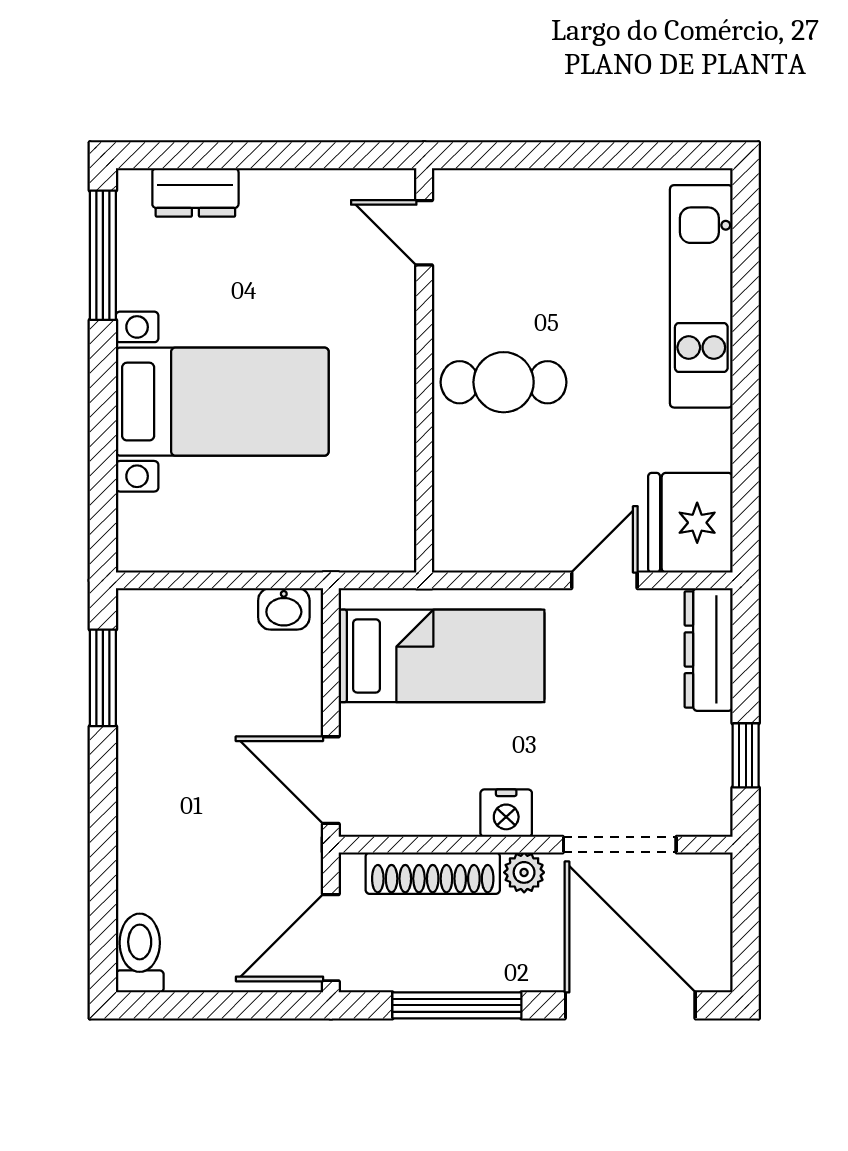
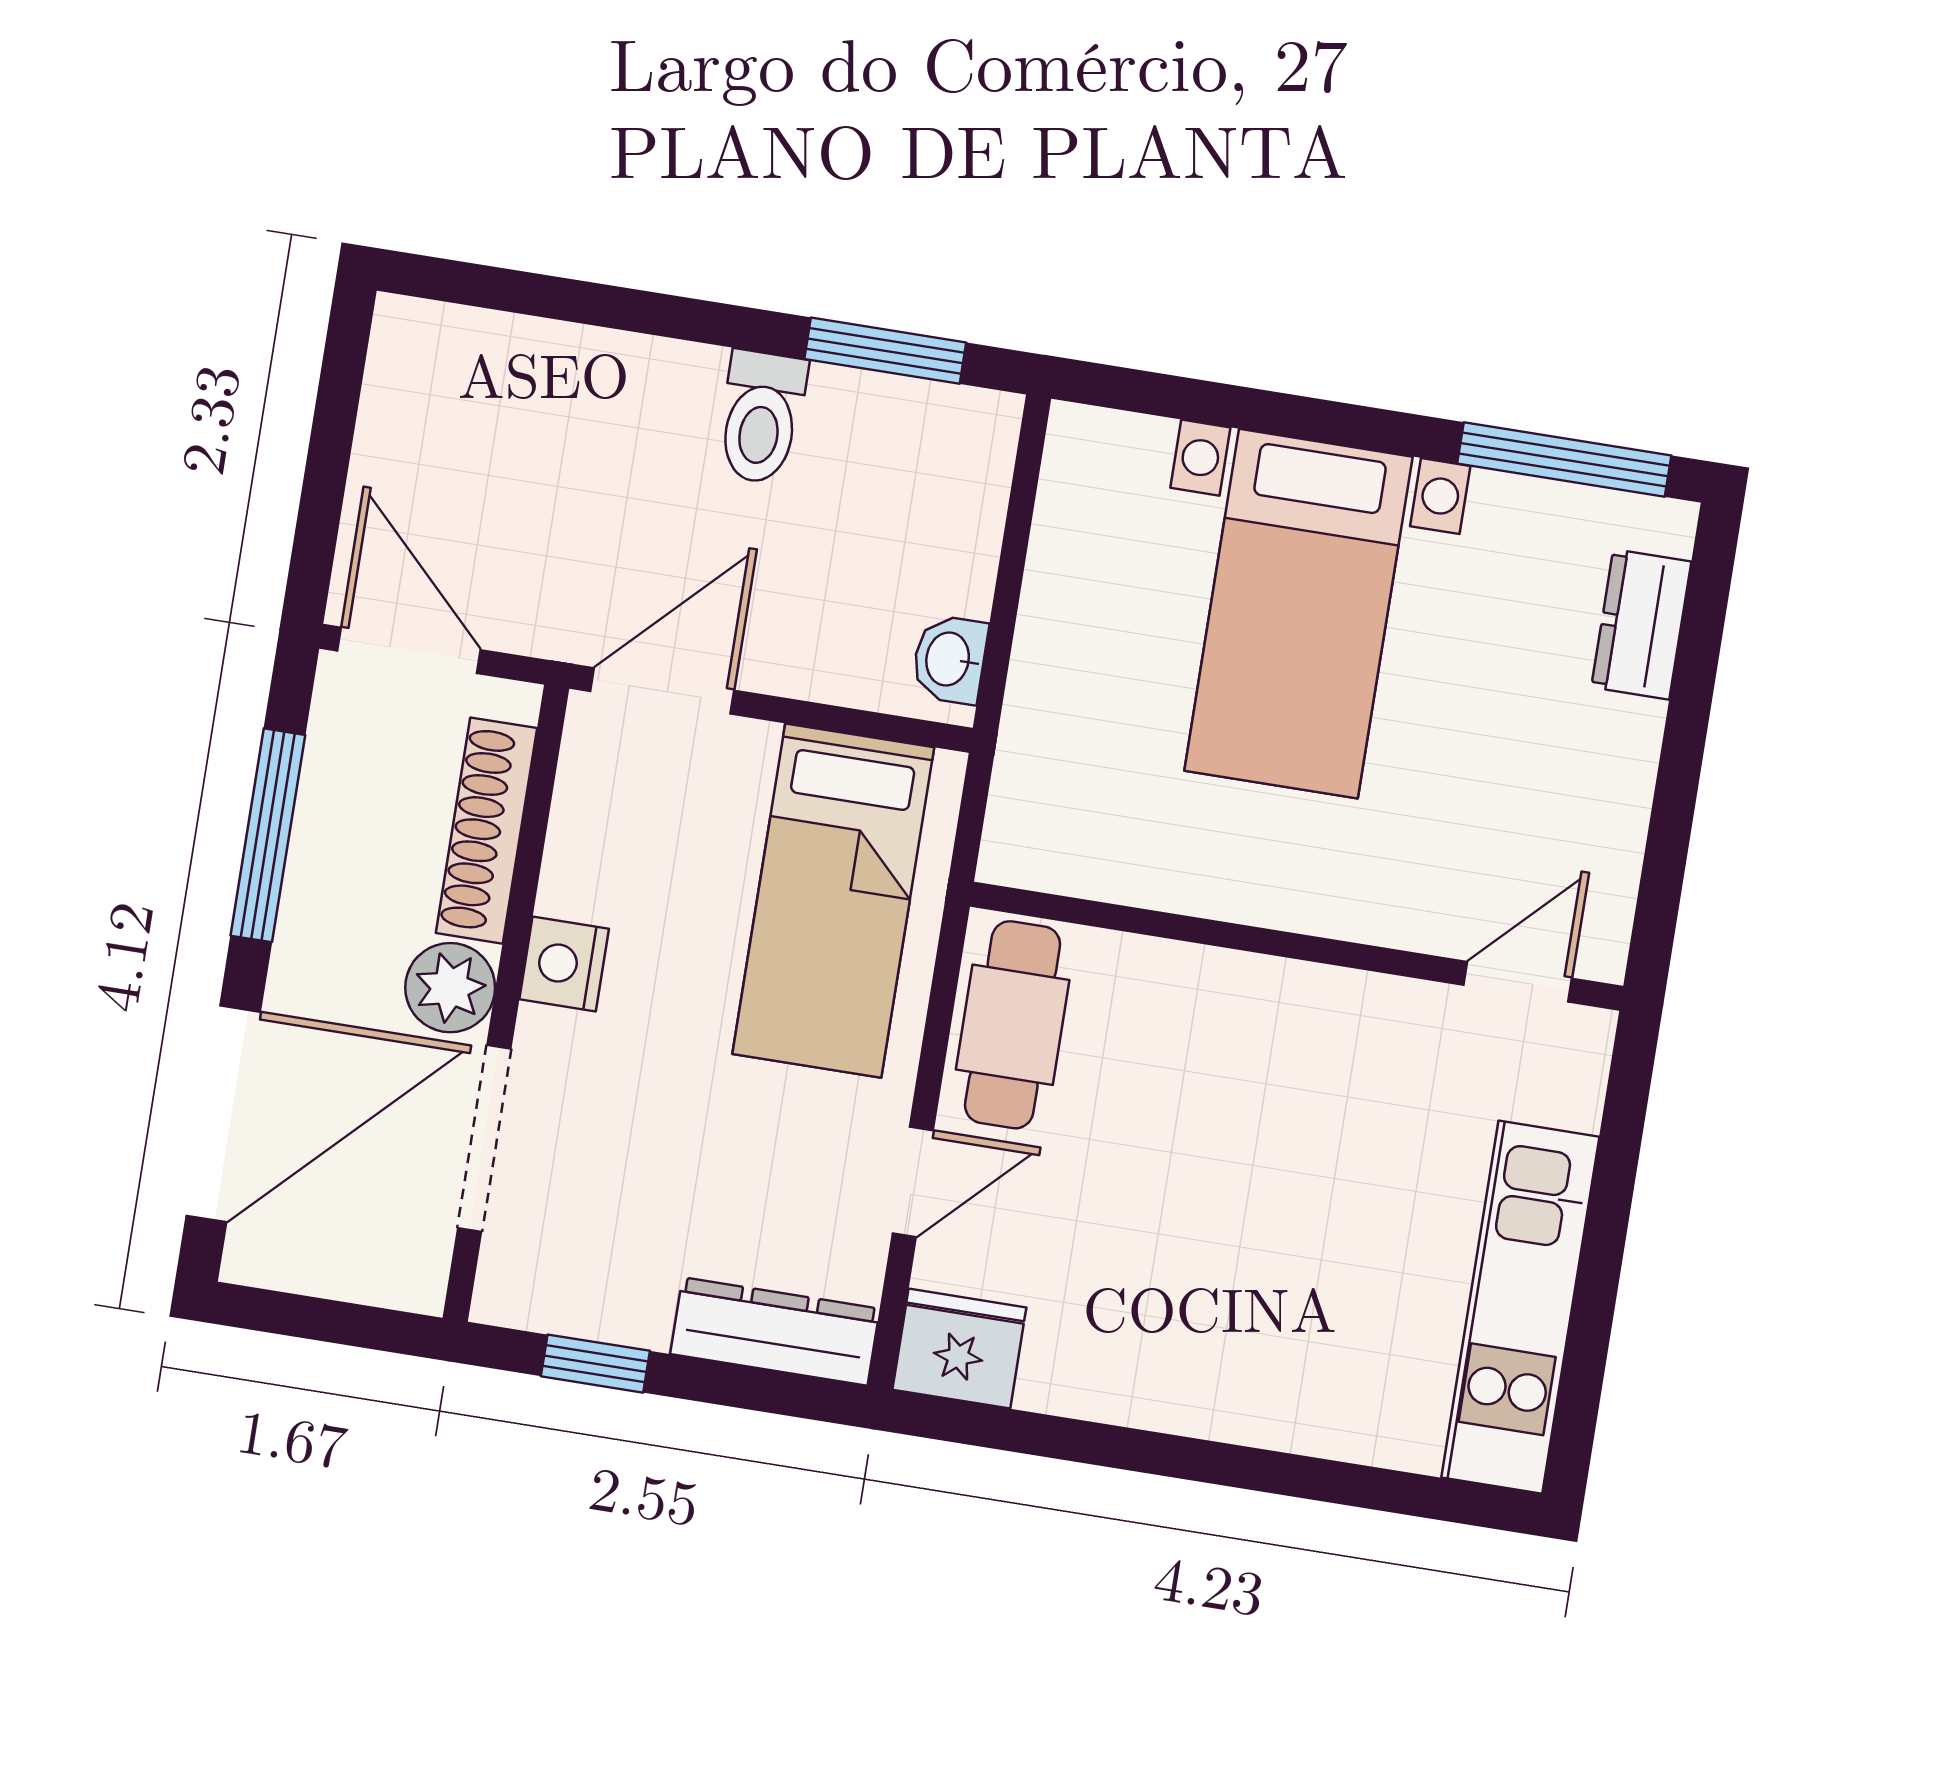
kitchen unit: (701, 296) -> (1520, 1307), moved, turned -90
cafe table: (504, 382) -> (1013, 1025), moved
fridge: (690, 523) -> (959, 1349), width x0.73, depth x0.75
door: (604, 580) -> (913, 1182), hinge flipped
plant: (524, 872) -> (450, 988), width x1.38, depth x1.38
toilet: (140, 953) -> (761, 417), moved, turned 90

